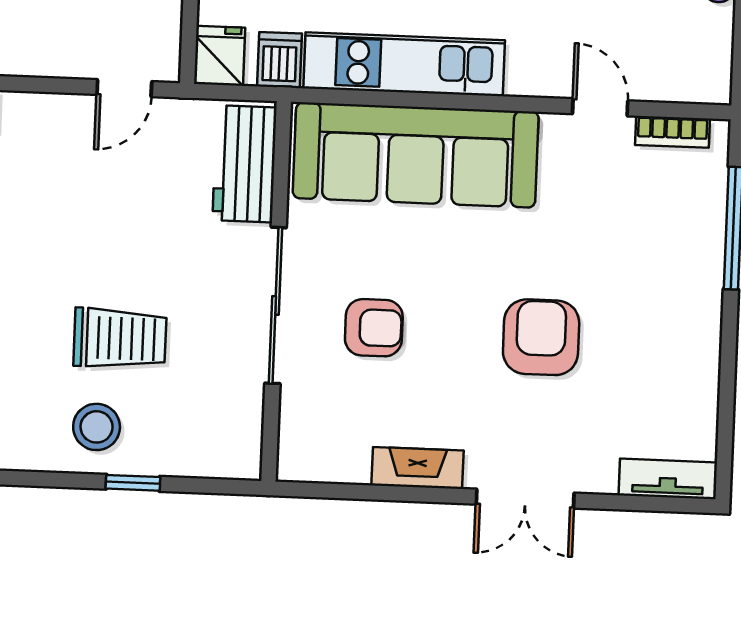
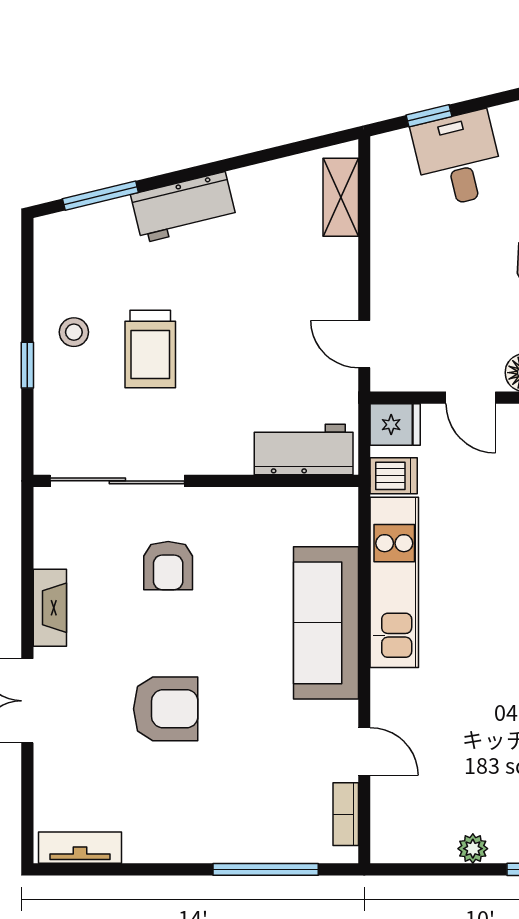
door: (600, 107) -> (364, 751), hinge flipped
sofa: (416, 155) -> (326, 623), width x0.74, depth x0.79
sliding door: (276, 305) -> (117, 481), moved
stool: (97, 427) -> (74, 332), width x0.73, depth x0.73
tv unit: (668, 479) -> (80, 848), moved, turned -90

